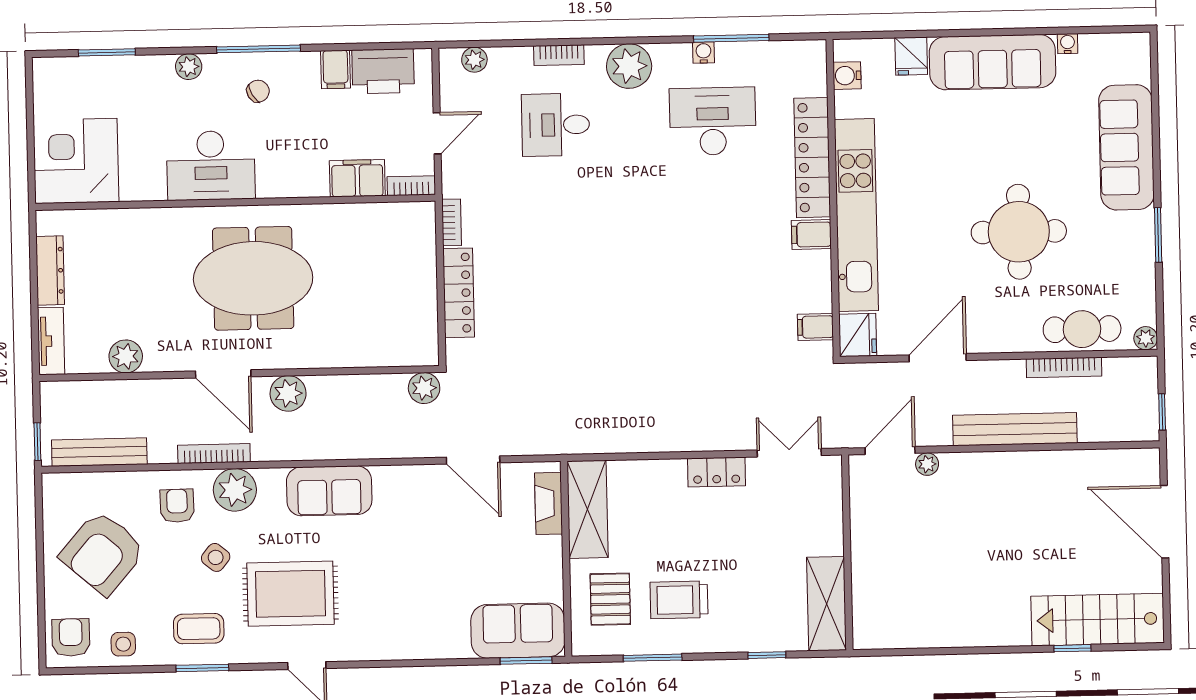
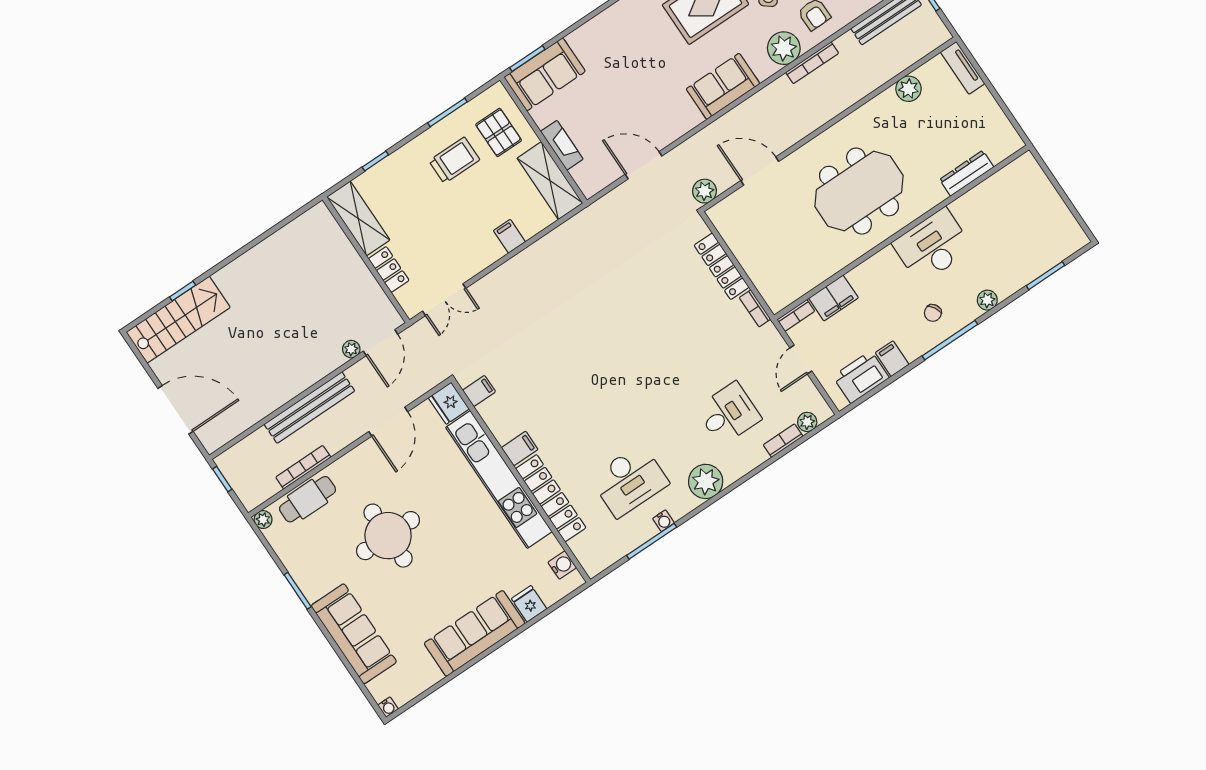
water cooler: (1068, 44) -> (388, 707), moved
bookcase: (559, 55) -> (783, 441), moved
corner desk: (76, 161) -> (1021, 193), removed
dresser: (50, 270) -> (967, 173), moved, turned 90
door: (223, 374) -> (760, 171), moved
plant: (288, 393) -> (789, 132), removed
locker: (717, 472) -> (389, 269), moved, turned 90
filing cabinet: (672, 477) -> (509, 236), added
fireplace: (549, 503) -> (562, 145), moved

